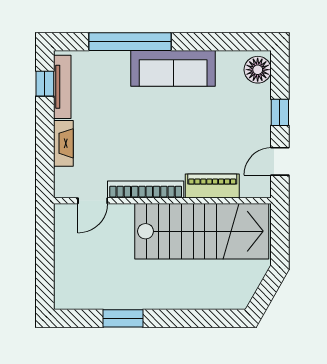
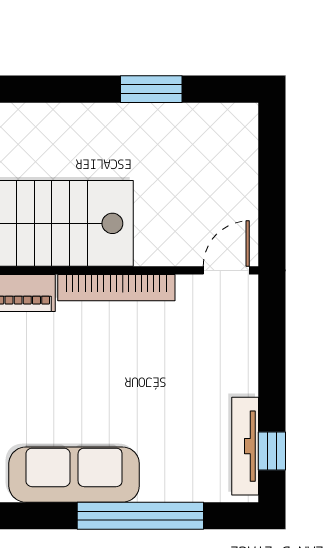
fireplace: (63, 143) -> (243, 359), removed
door: (93, 201) -> (226, 270), moved

